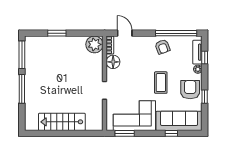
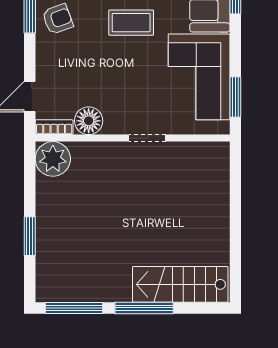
stairs: (62, 122) -> (180, 284), moved, turned 90

